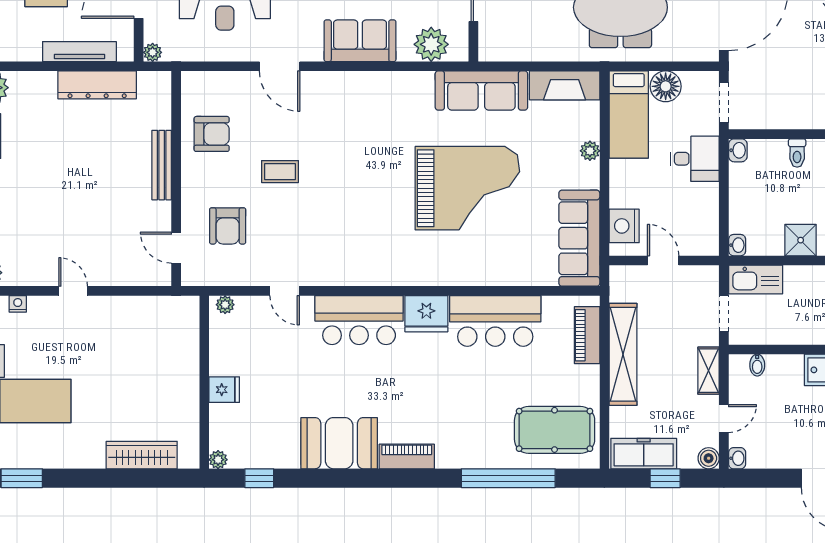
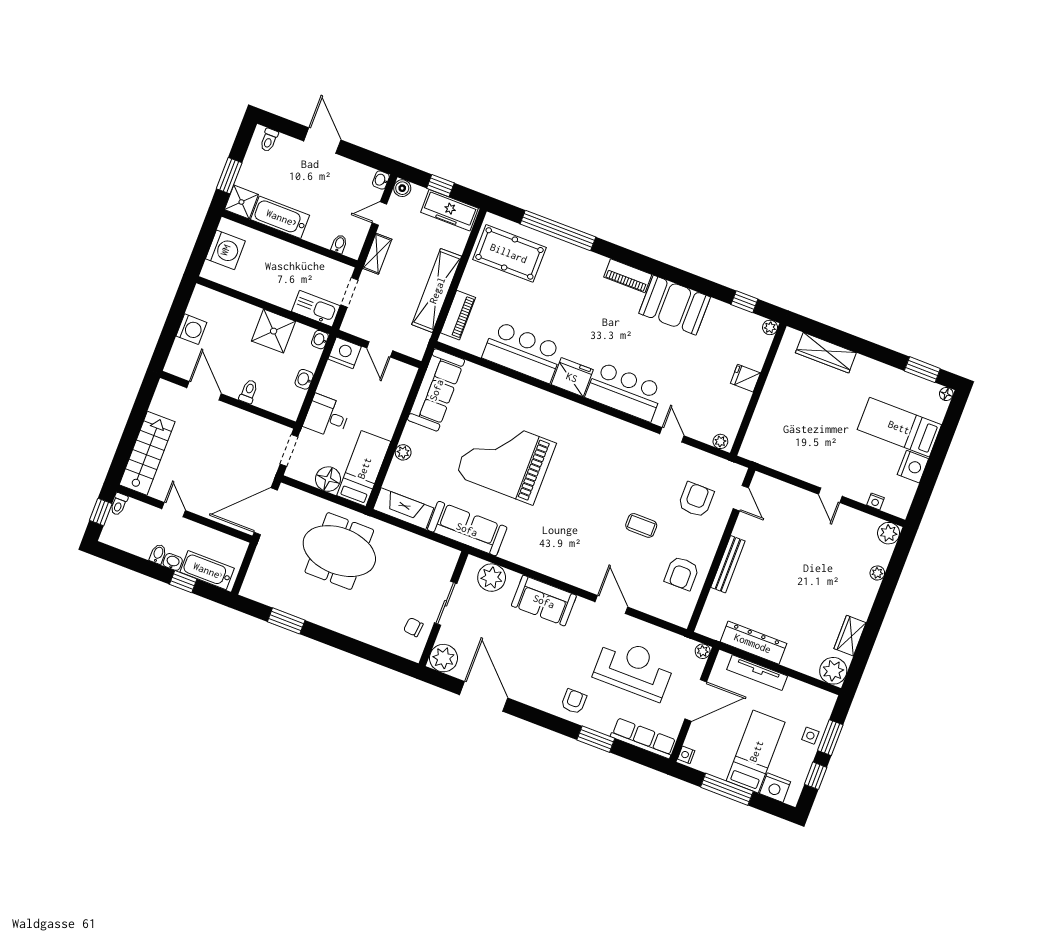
armchair: (212, 134) -> (682, 573), turned -90
washbasin: (738, 150) -> (304, 379), moved
nightstand: (624, 226) -> (345, 353), moved, turned -90
shower: (801, 240) -> (274, 331), width x1.36, depth x1.36

